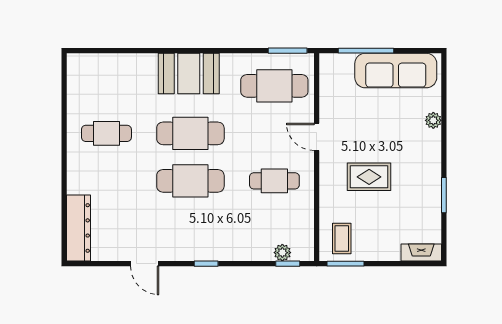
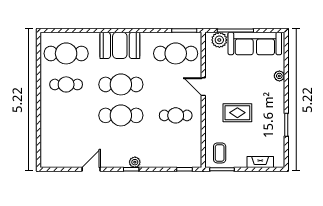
plant: (341, 65) -> (219, 40), added
cafe table: (106, 86) -> (66, 53), added
dresser: (78, 228) -> (48, 146), removed
fireplace: (421, 252) -> (260, 162), moved
plant: (282, 253) -> (135, 162), moved
door: (145, 264) -> (91, 169), swing flipped

